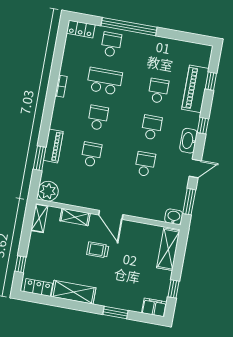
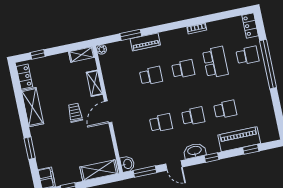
plant: (48, 191) -> (102, 49), width x0.53, depth x0.53

